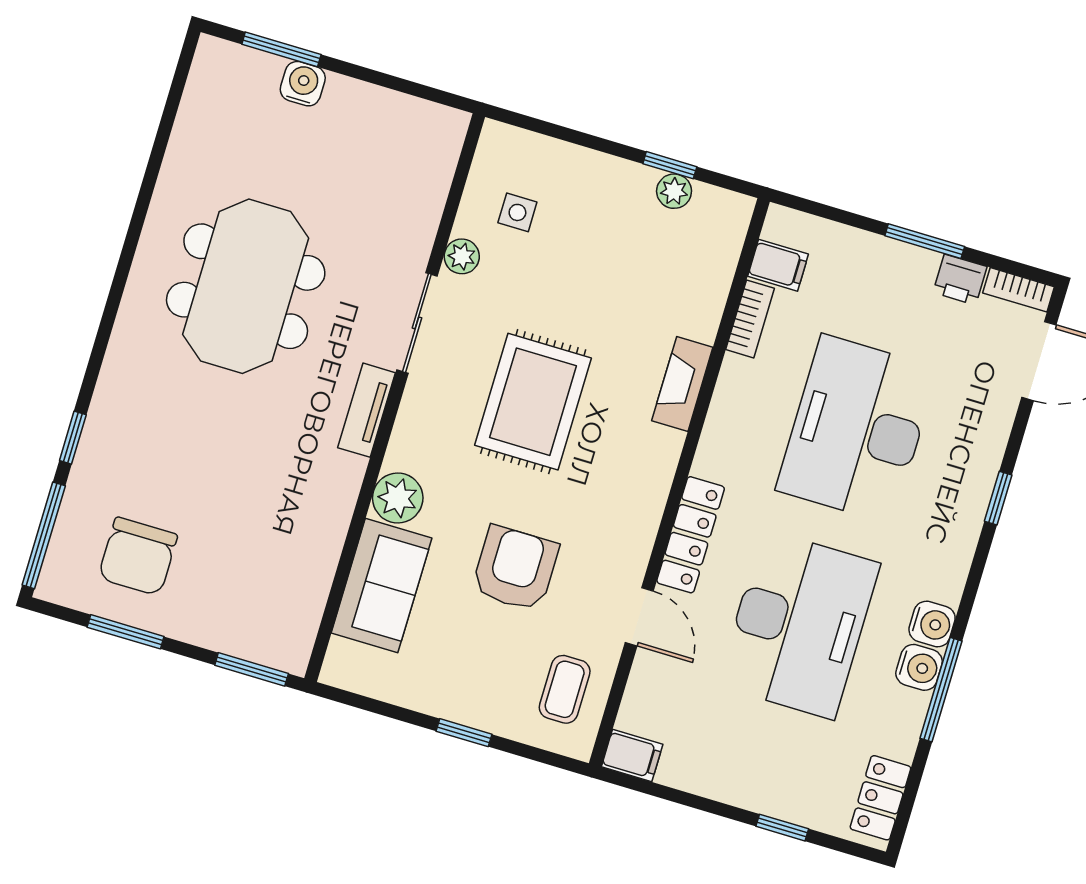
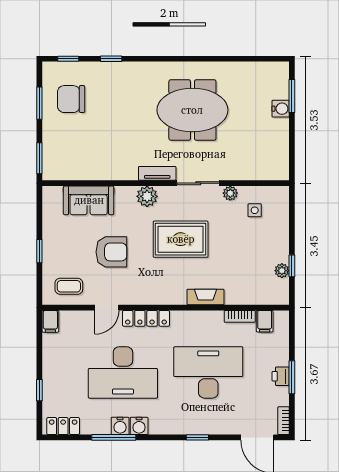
printer: (960, 280) -> (281, 376), moved
plant: (398, 498) -> (147, 196), moved
window: (44, 535) -> (68, 59), width x0.46

